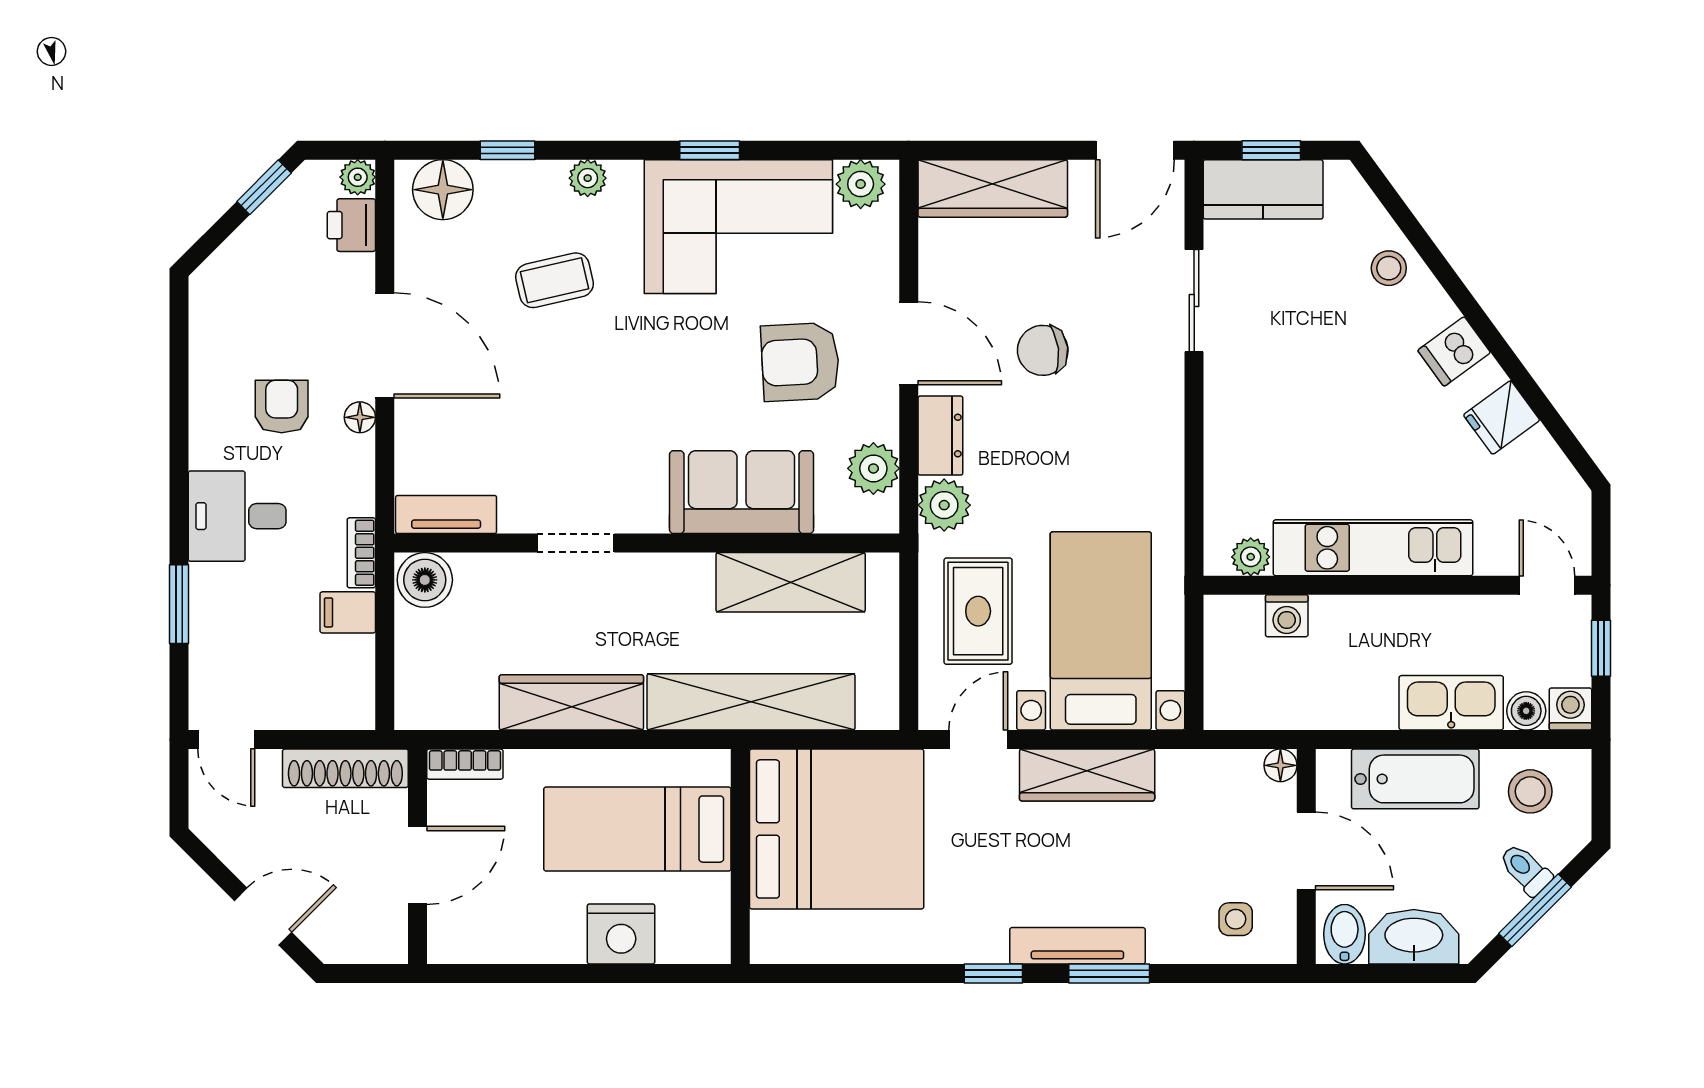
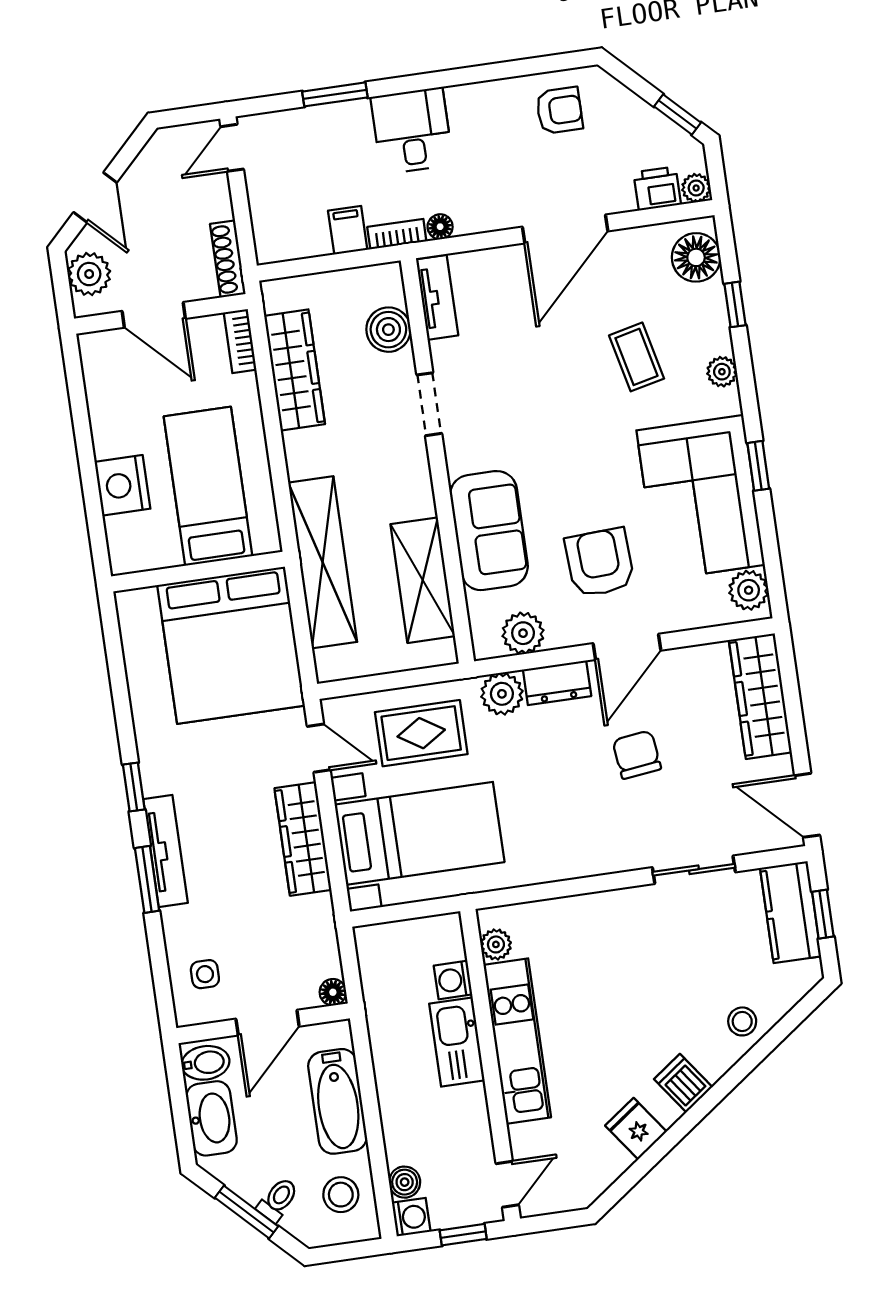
armchair: (282, 406) -> (559, 110), moved
floor lamp: (360, 417) -> (440, 227), moved
boiler: (425, 580) -> (388, 330), moved
wardrobe: (571, 702) -> (295, 370), moved
kitchen sink: (1451, 703) -> (457, 1042), moved, turned 180
shoe rack: (345, 768) -> (228, 259), width x0.74, depth x0.81
plant: (356, 937) -> (89, 274), added

